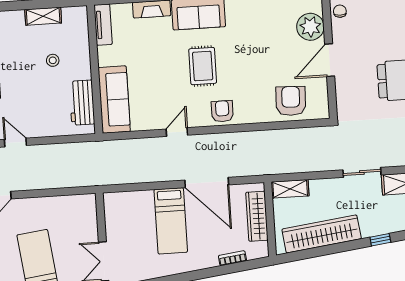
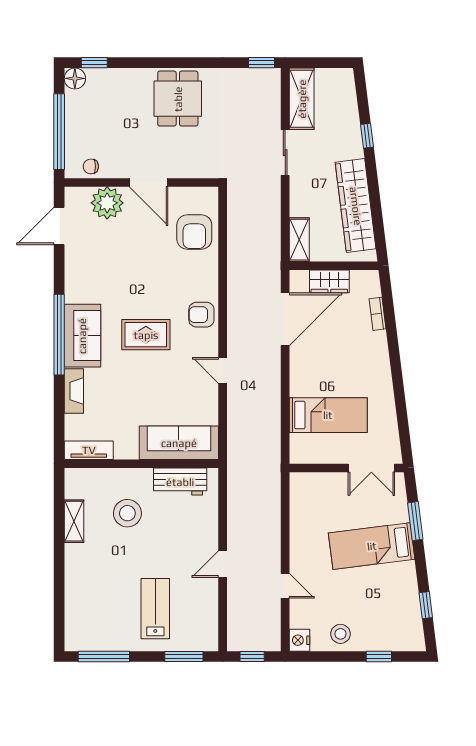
stool: (53, 60) -> (127, 513), width x1.89, depth x1.89
armchair: (291, 101) -> (194, 232), turned -92
door: (207, 182) -> (285, 319), moved
wardrobe: (257, 216) -> (329, 281), width x0.67
bed: (171, 221) -> (328, 415), moved

